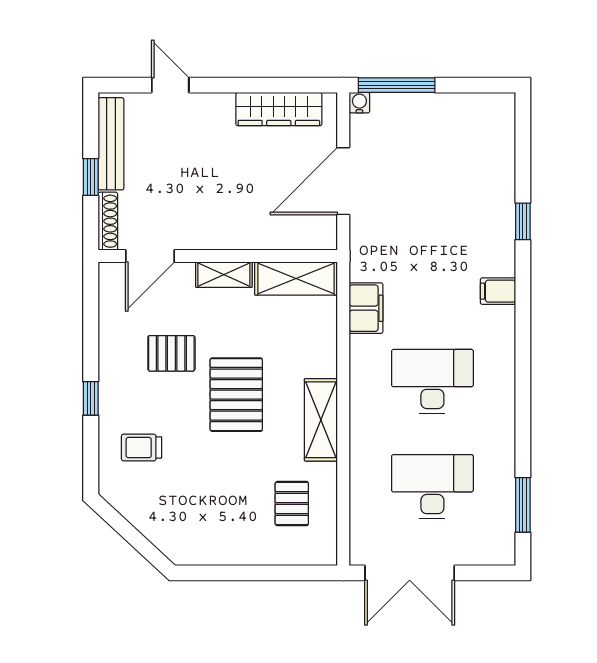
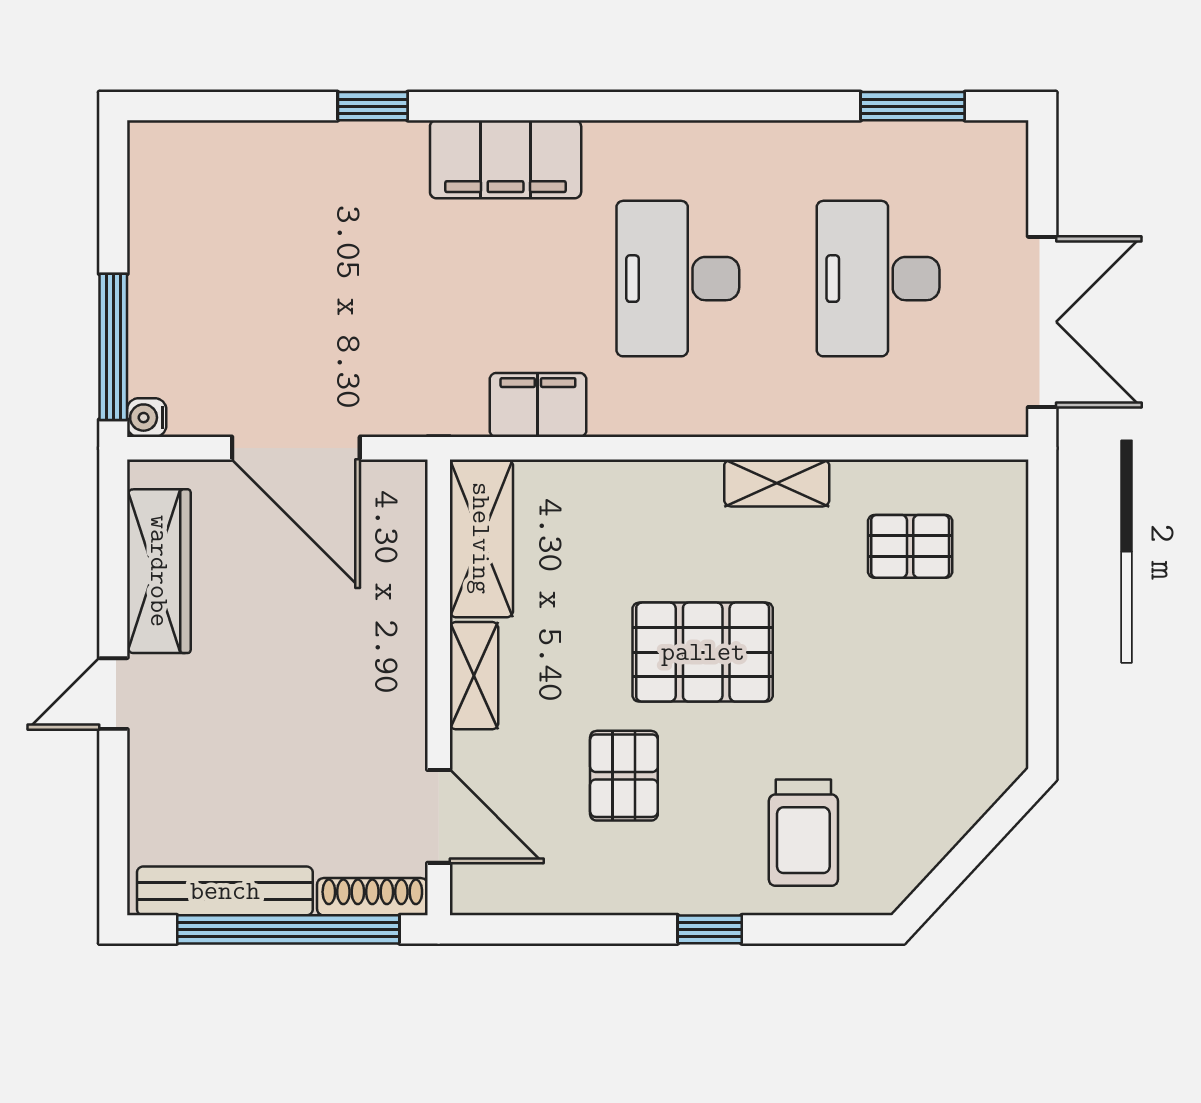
door: (170, 85) -> (113, 694), moved
window: (91, 177) -> (288, 929), width x3.17
filing cabinet: (498, 291) -> (506, 159), width x3.00, depth x1.17
shelving: (321, 420) -> (777, 483), width x0.67, depth x0.75
trolley: (141, 448) -> (803, 833), width x1.36, depth x1.39

